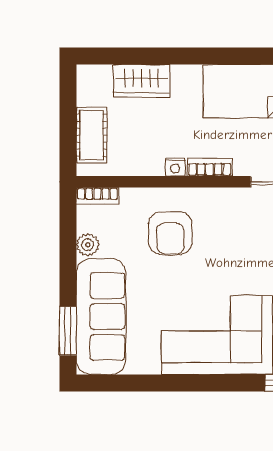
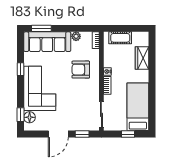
window: (169, 383) -> (21, 69), added

